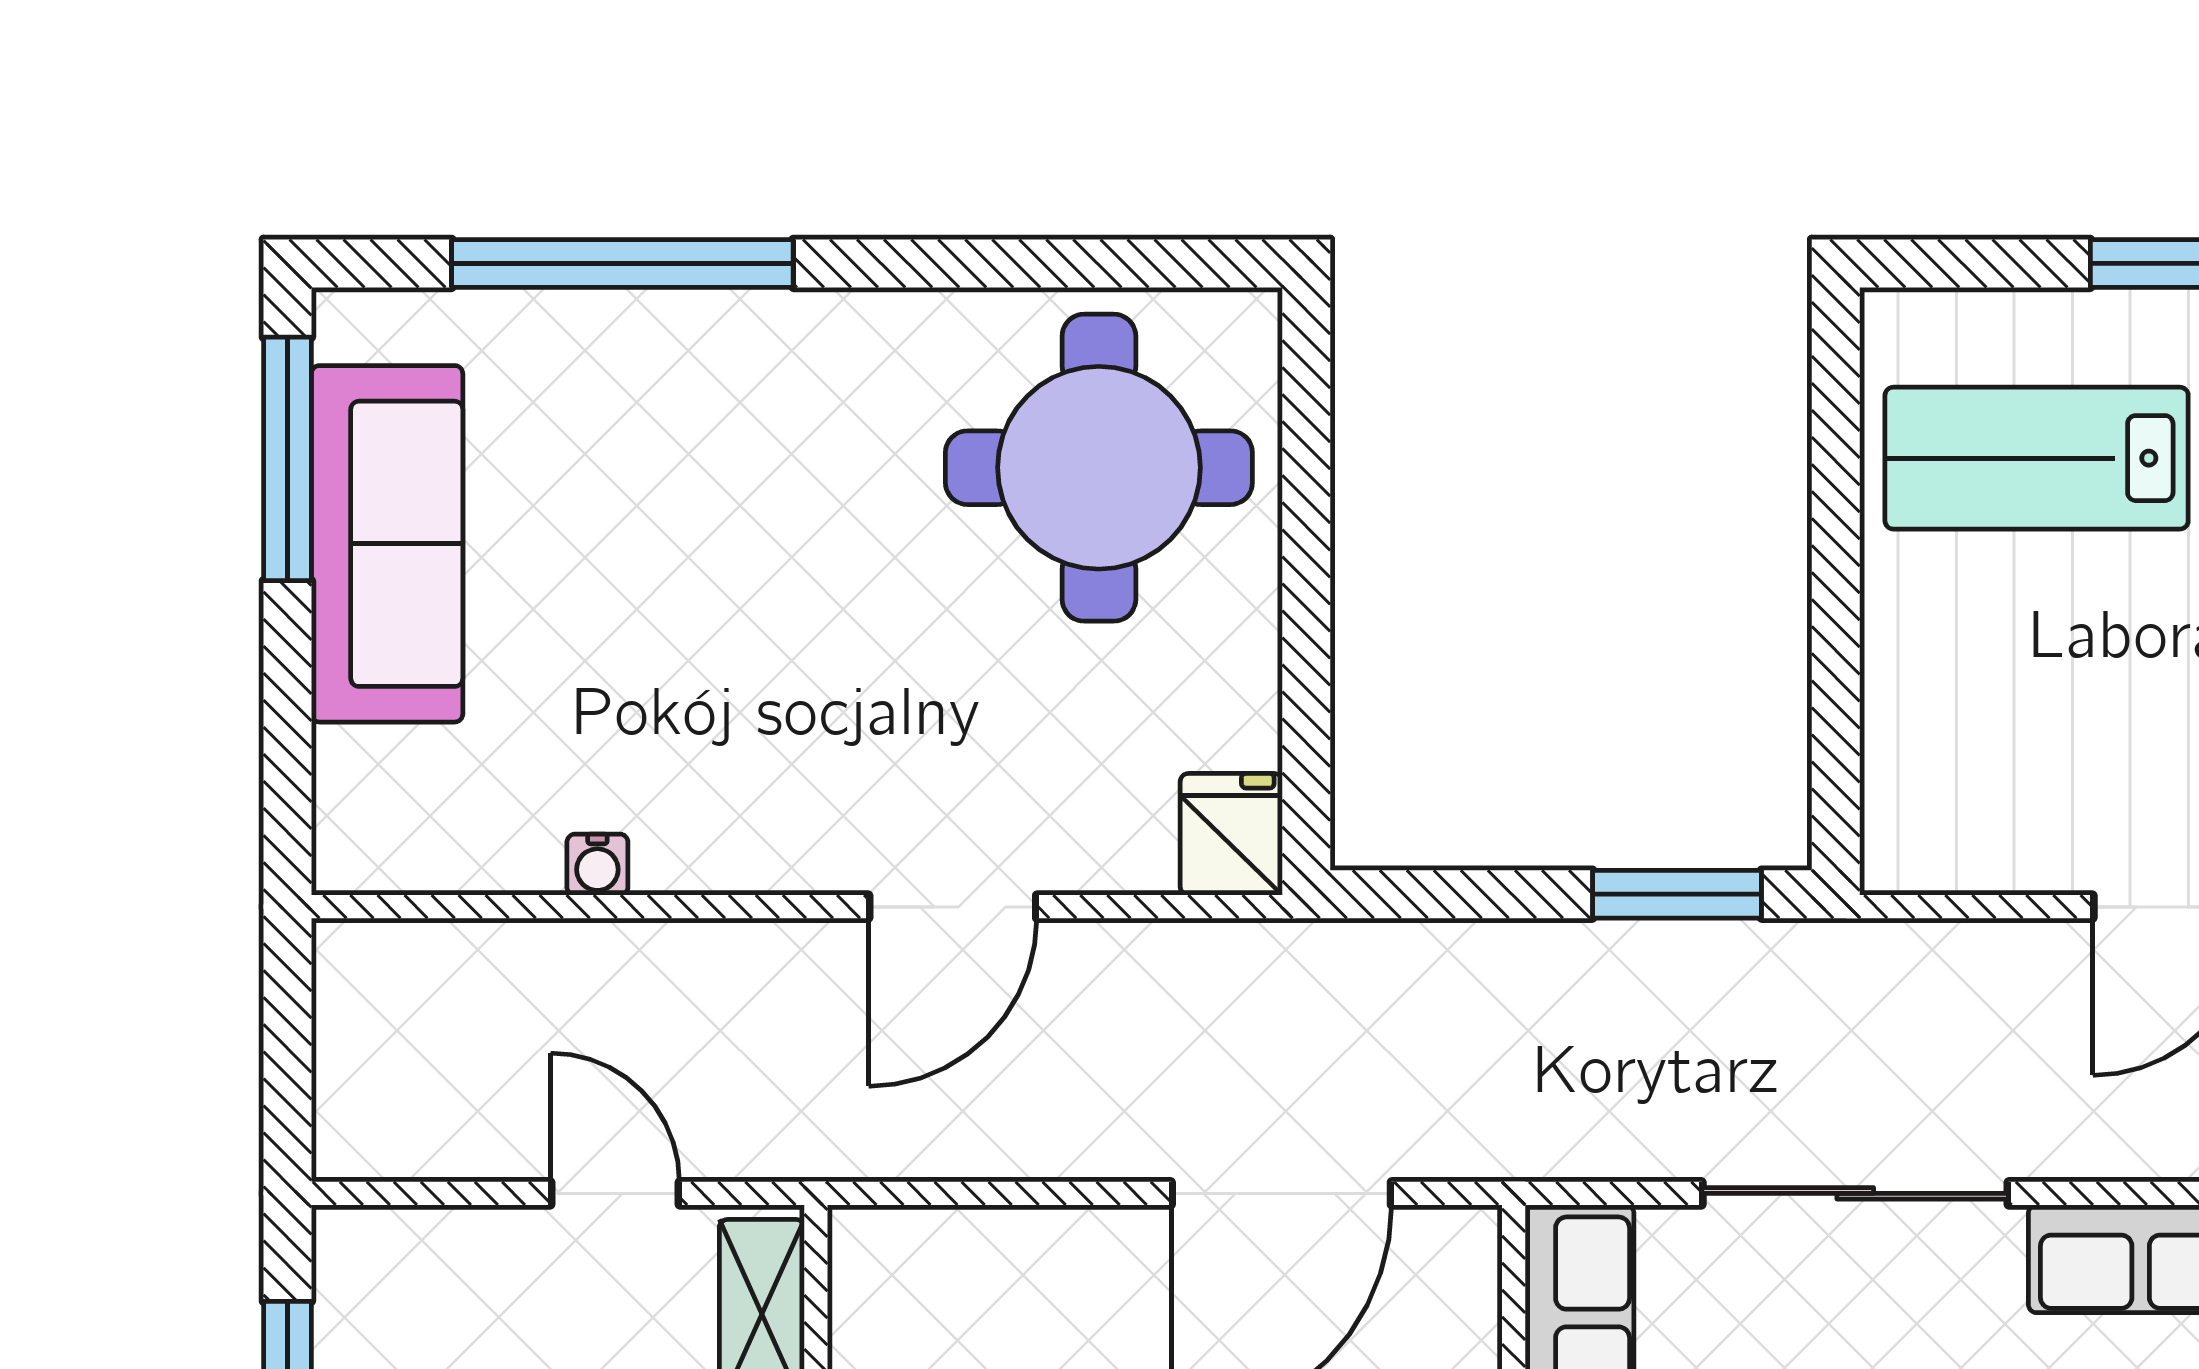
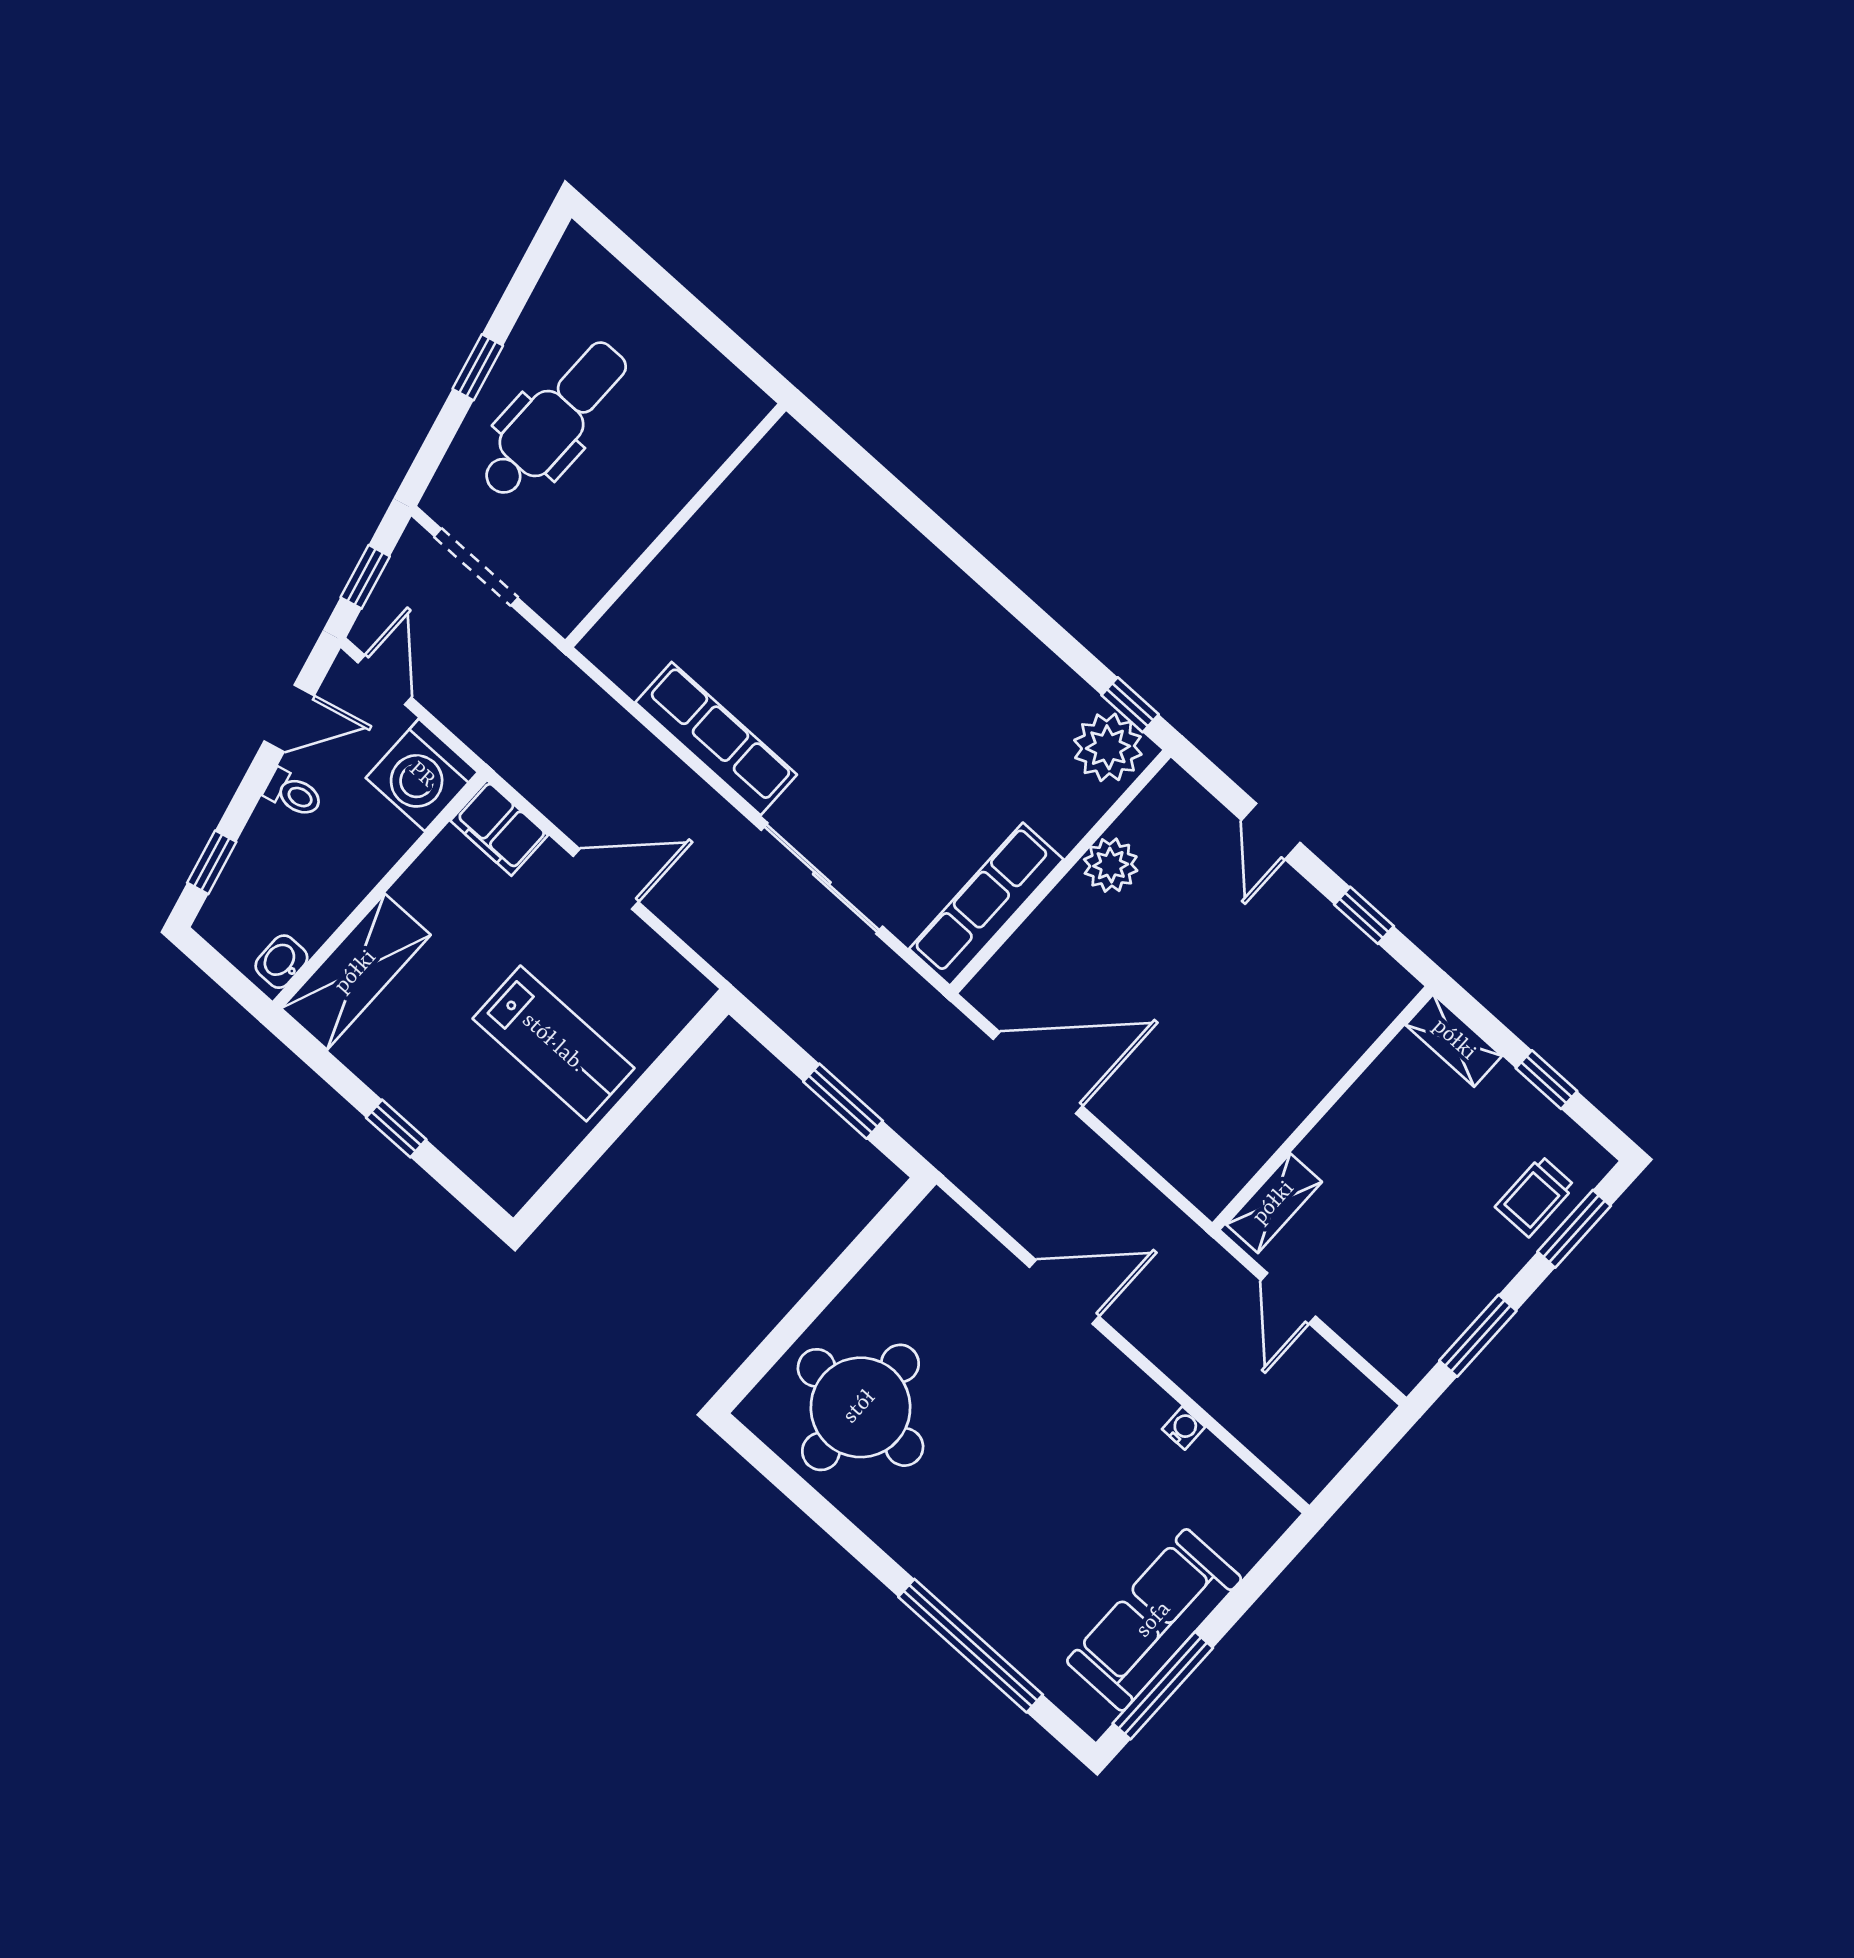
lab bench: (2037, 458) -> (553, 1043), moved
fridge: (1231, 834) -> (935, 1225), removed
window: (1677, 894) -> (843, 1101), moved

